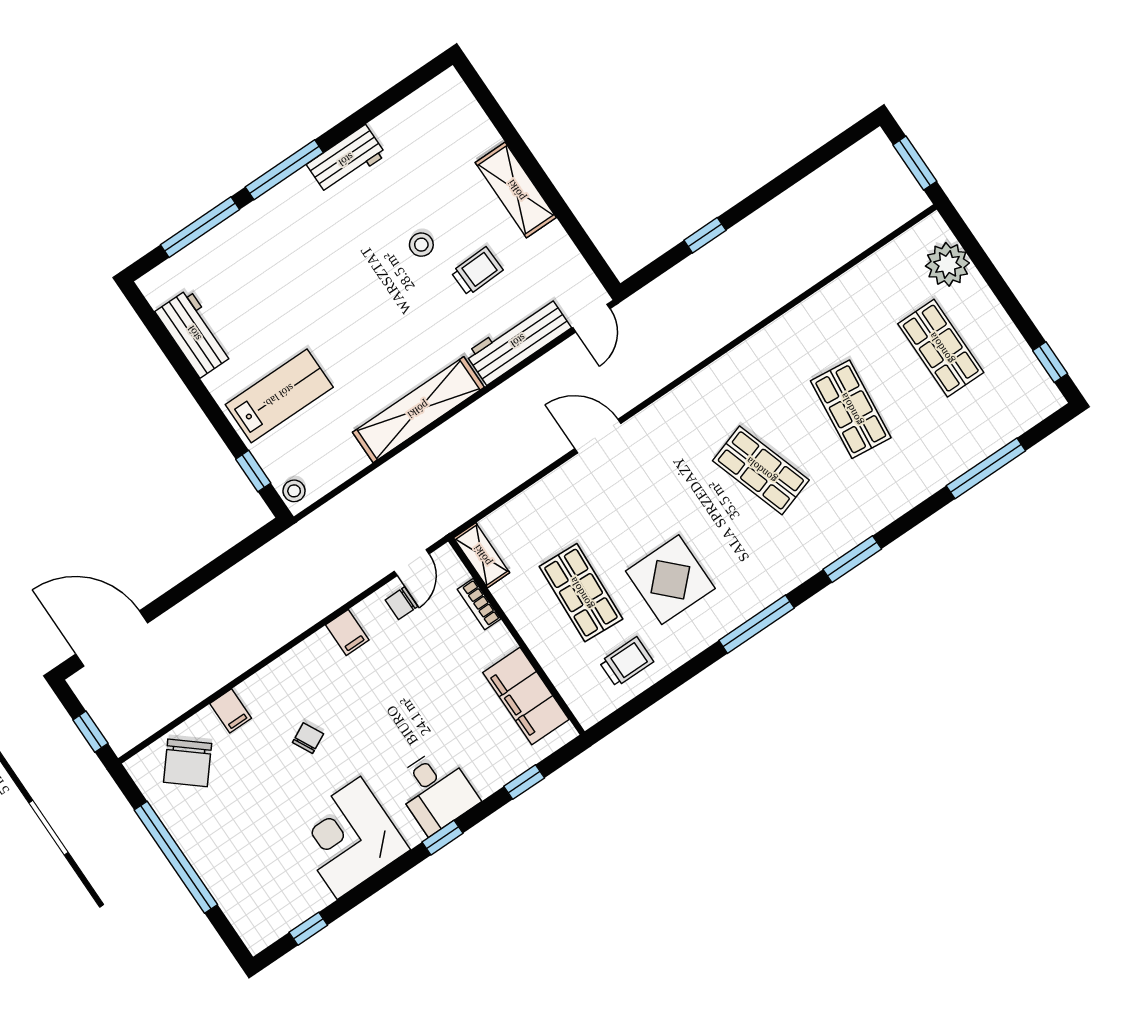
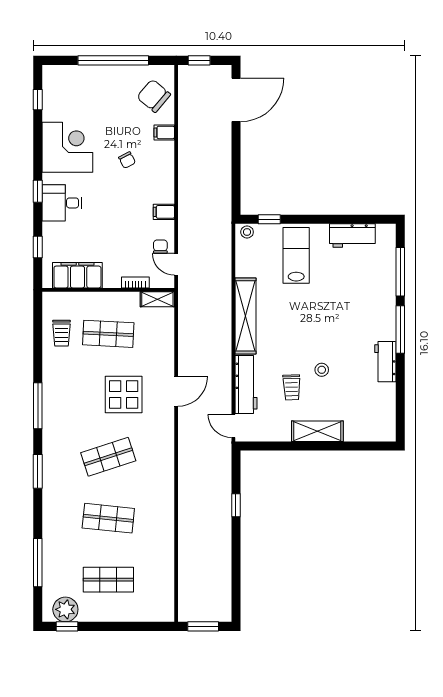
plant: (947, 264) -> (65, 609), moved
lab bench: (279, 396) -> (296, 255), turned 180
display table: (670, 580) -> (124, 394), moved

